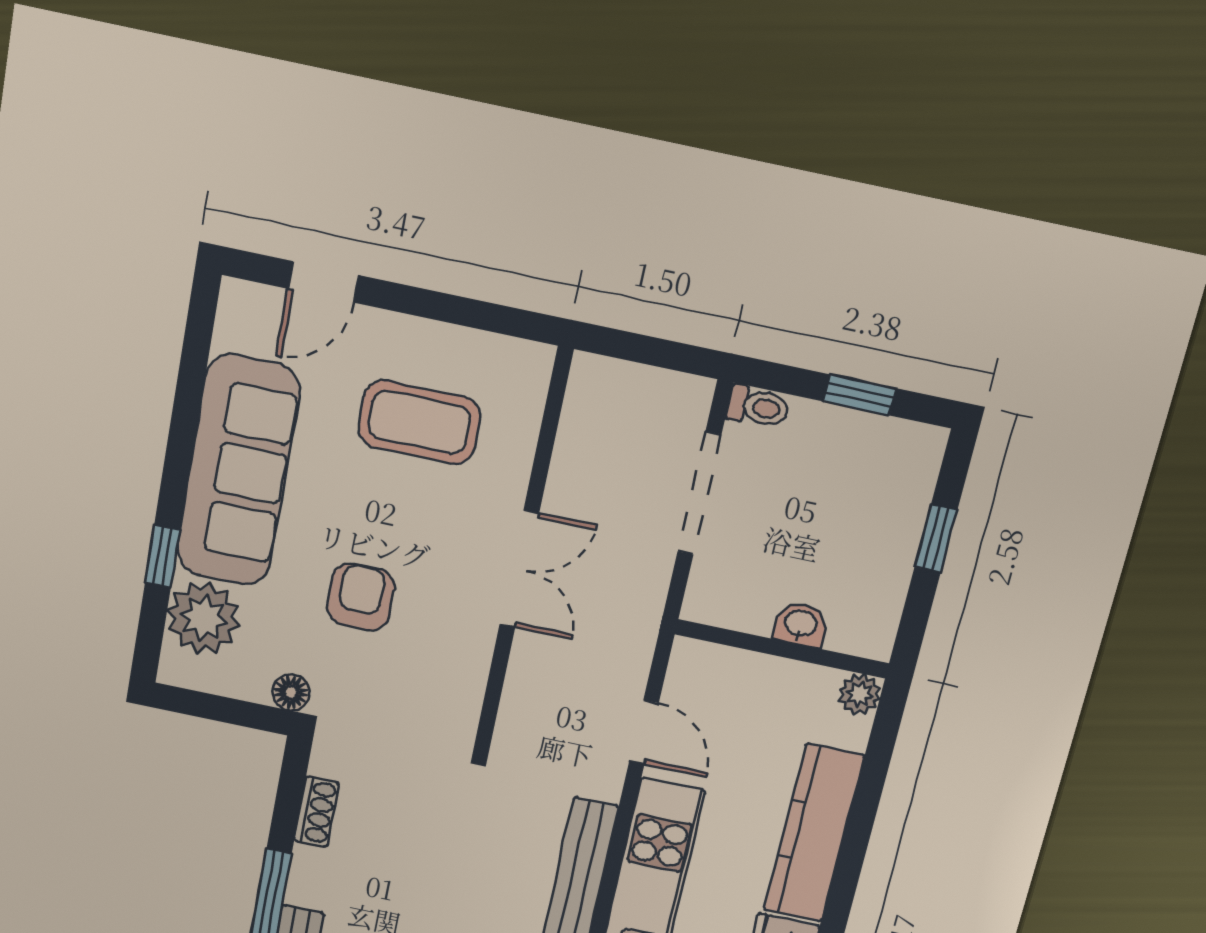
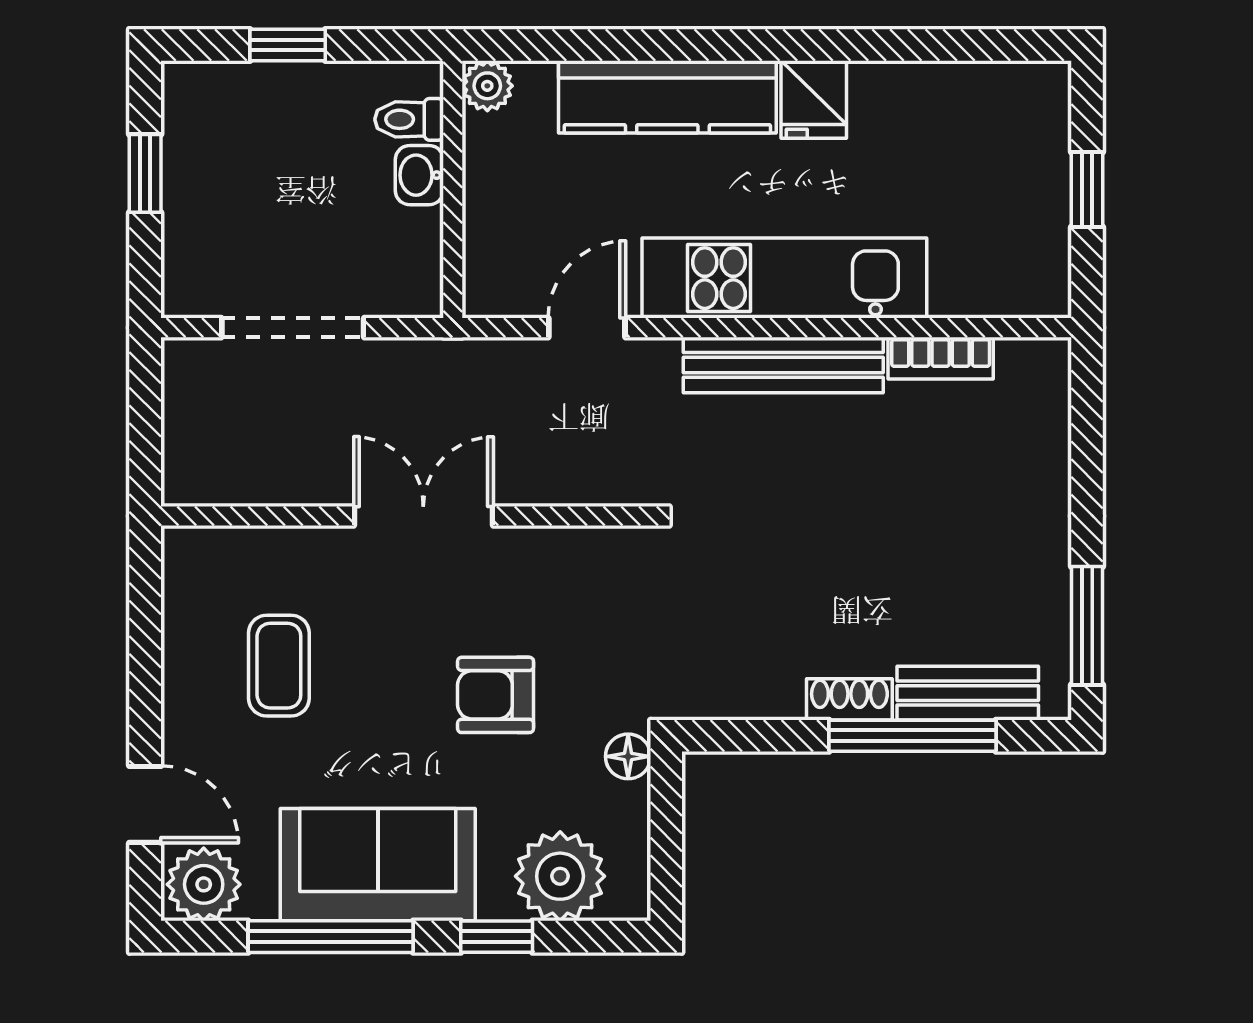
plant: (247, 319) -> (204, 884), added
toilet: (758, 407) -> (409, 119), moved, turned -90
window: (185, 419) -> (331, 937), added
coffee table: (419, 422) -> (279, 666), width x0.73, depth x0.77
sofa: (238, 471) -> (378, 865), width x0.73
shoe rack: (316, 812) -> (849, 699), moved

